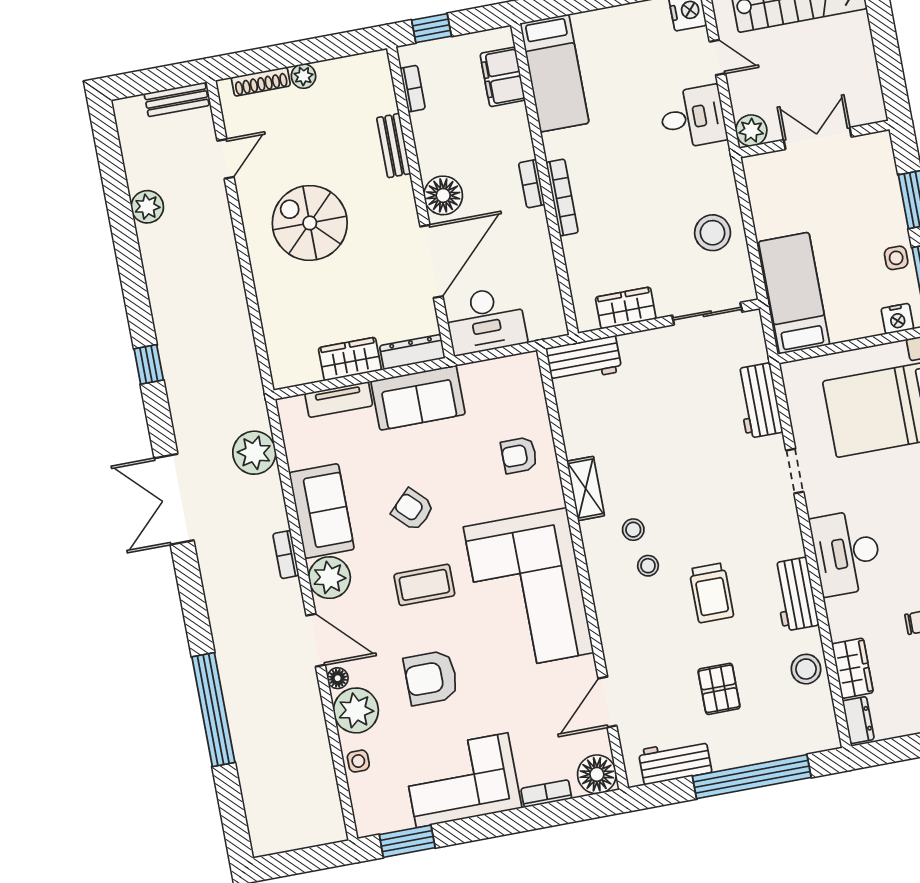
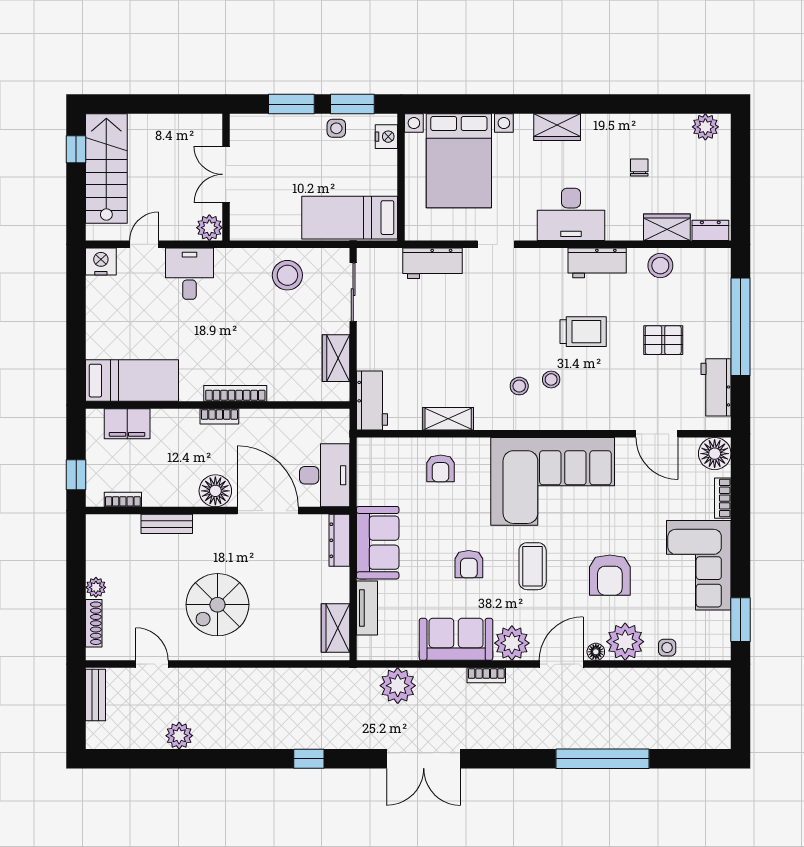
wardrobe: (350, 359) -> (335, 628), moved
shelving: (586, 488) -> (448, 419), moved
armchair: (413, 510) -> (469, 564), turned -45

